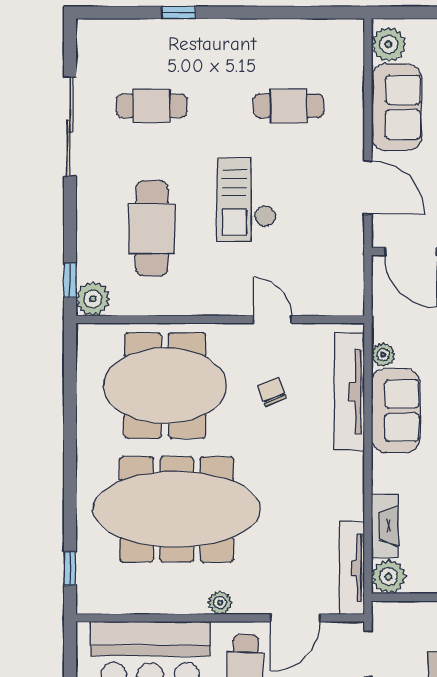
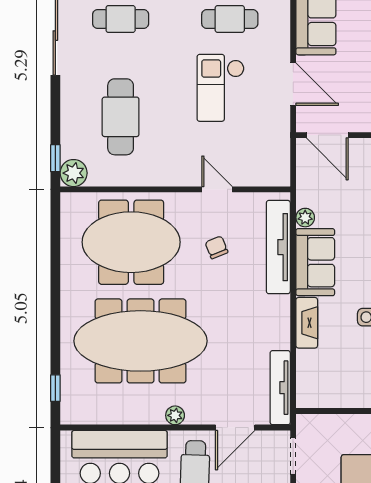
checkout: (246, 200) -> (221, 88), moved
fireplace: (385, 526) -> (307, 323), moved
plant: (388, 577) -> (310, 395), removed

